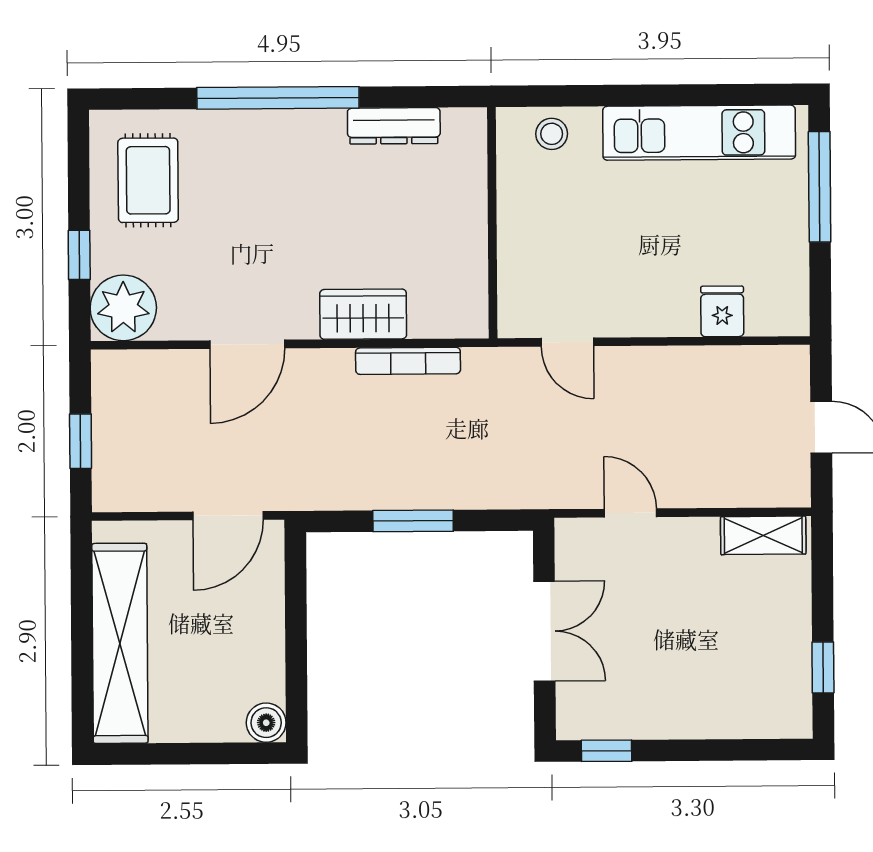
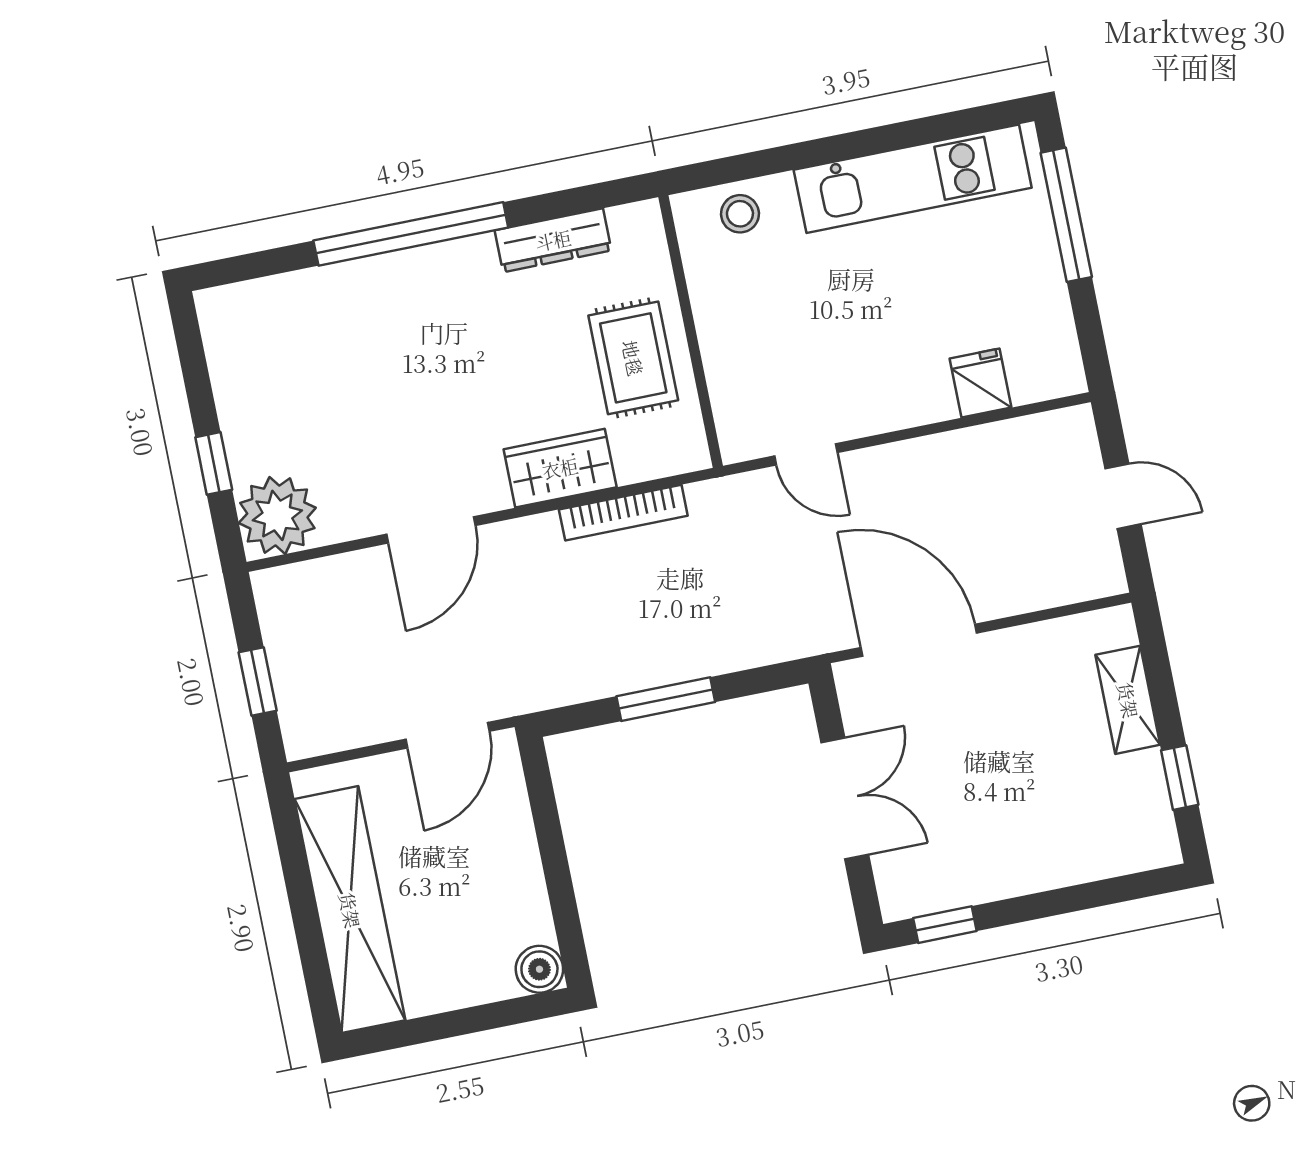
rug: (148, 180) -> (633, 358), moved
door: (630, 513) -> (919, 640), width x1.88
shelving: (763, 535) -> (1128, 700), moved, turned 90

